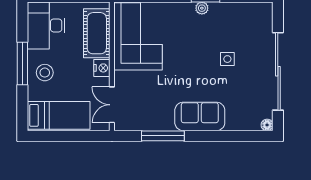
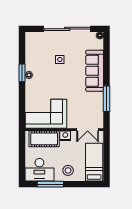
window: (22, 63) -> (50, 184), moved
sofa: (200, 116) -> (95, 71), width x1.36

